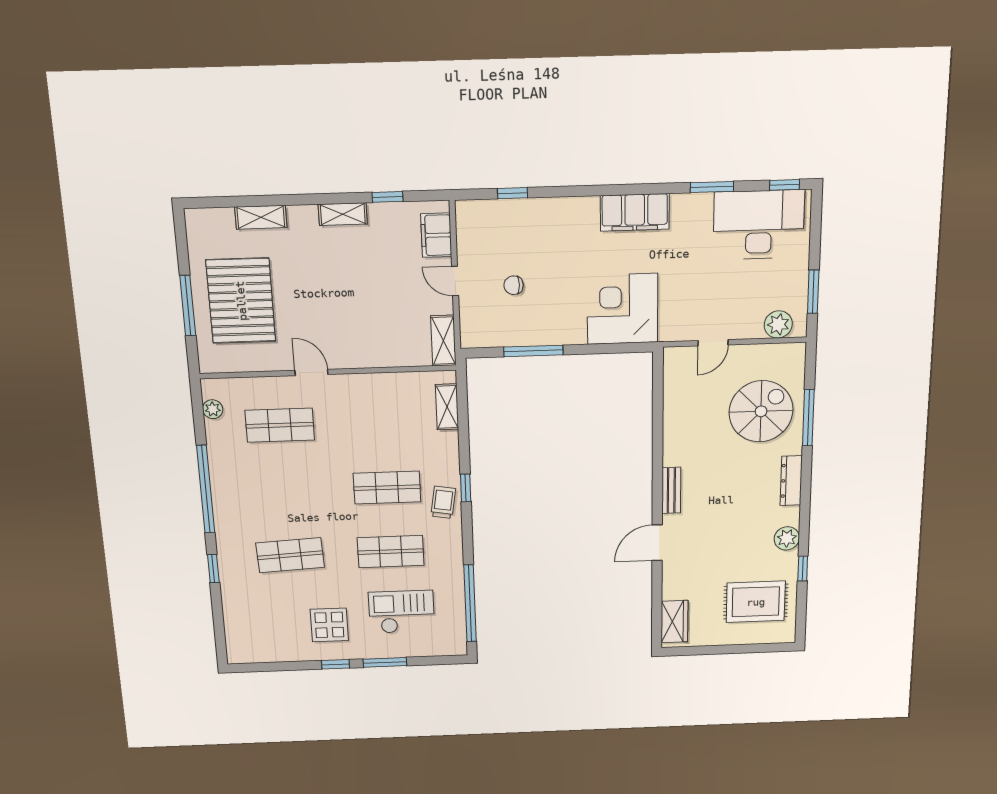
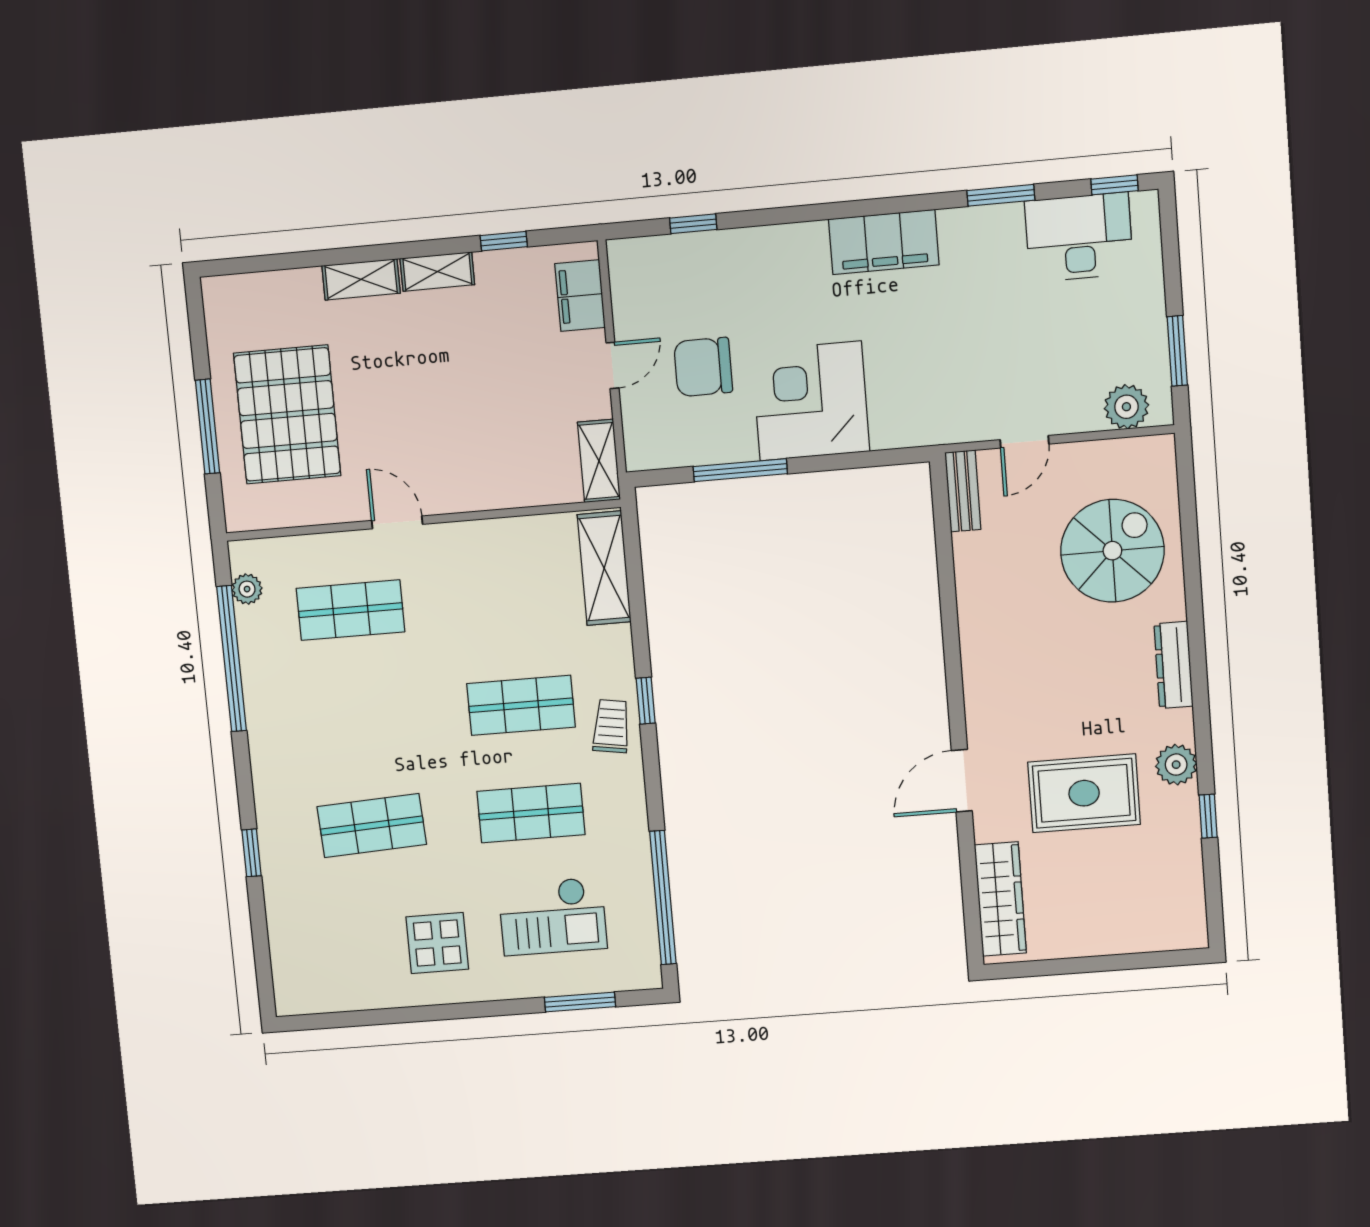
shelving: (261, 217) -> (361, 279), moved
desk: (759, 225) -> (1079, 237), width x0.73, depth x0.77
door: (455, 281) -> (612, 365), swing flipped
chair: (514, 285) -> (703, 367), width x1.87, depth x1.87
corner desk: (622, 309) -> (811, 401), moved
shelving: (447, 407) -> (604, 568), width x1.50, depth x1.33
window: (808, 418) -> (1191, 558), removed
window: (206, 489) -> (231, 659), moved
bench: (671, 490) -> (963, 491), moved
rug: (756, 602) -> (1084, 793), moved
checkout: (402, 612) -> (553, 916), turned 180
wardrobe: (674, 622) -> (1000, 899), width x1.50
window: (385, 662) -> (580, 1002), moved
window: (335, 664) -> (449, 1012), removed

